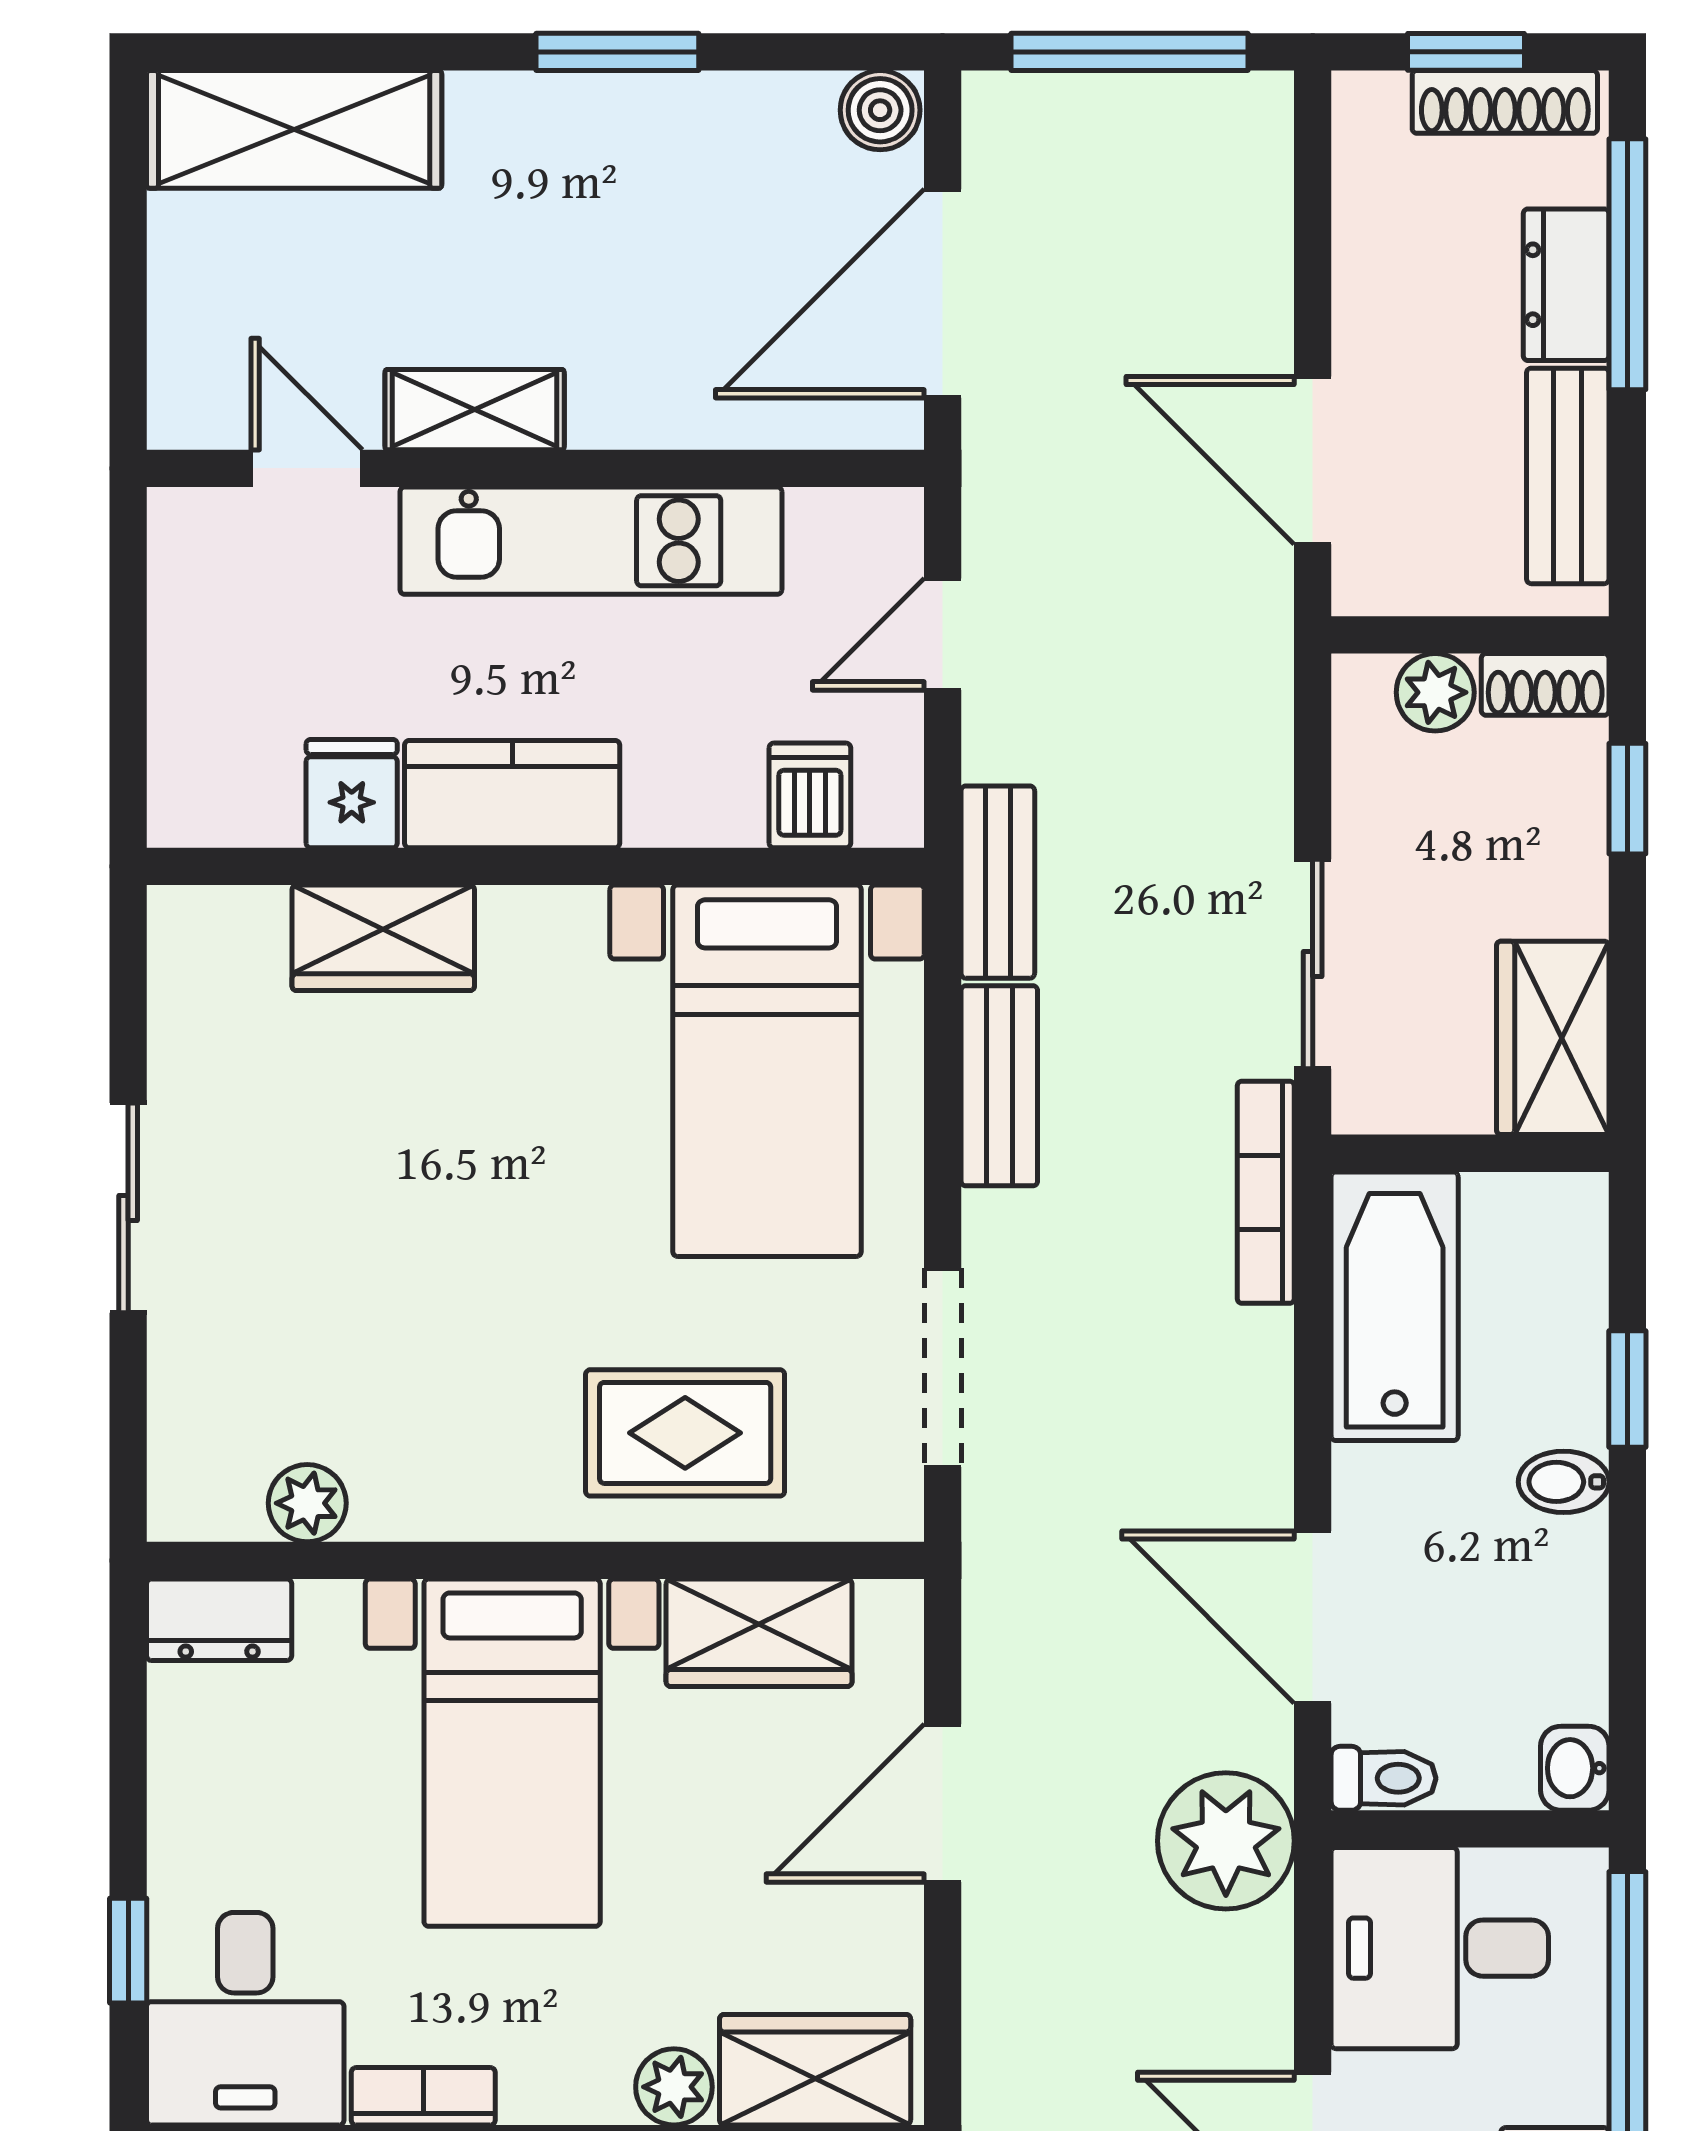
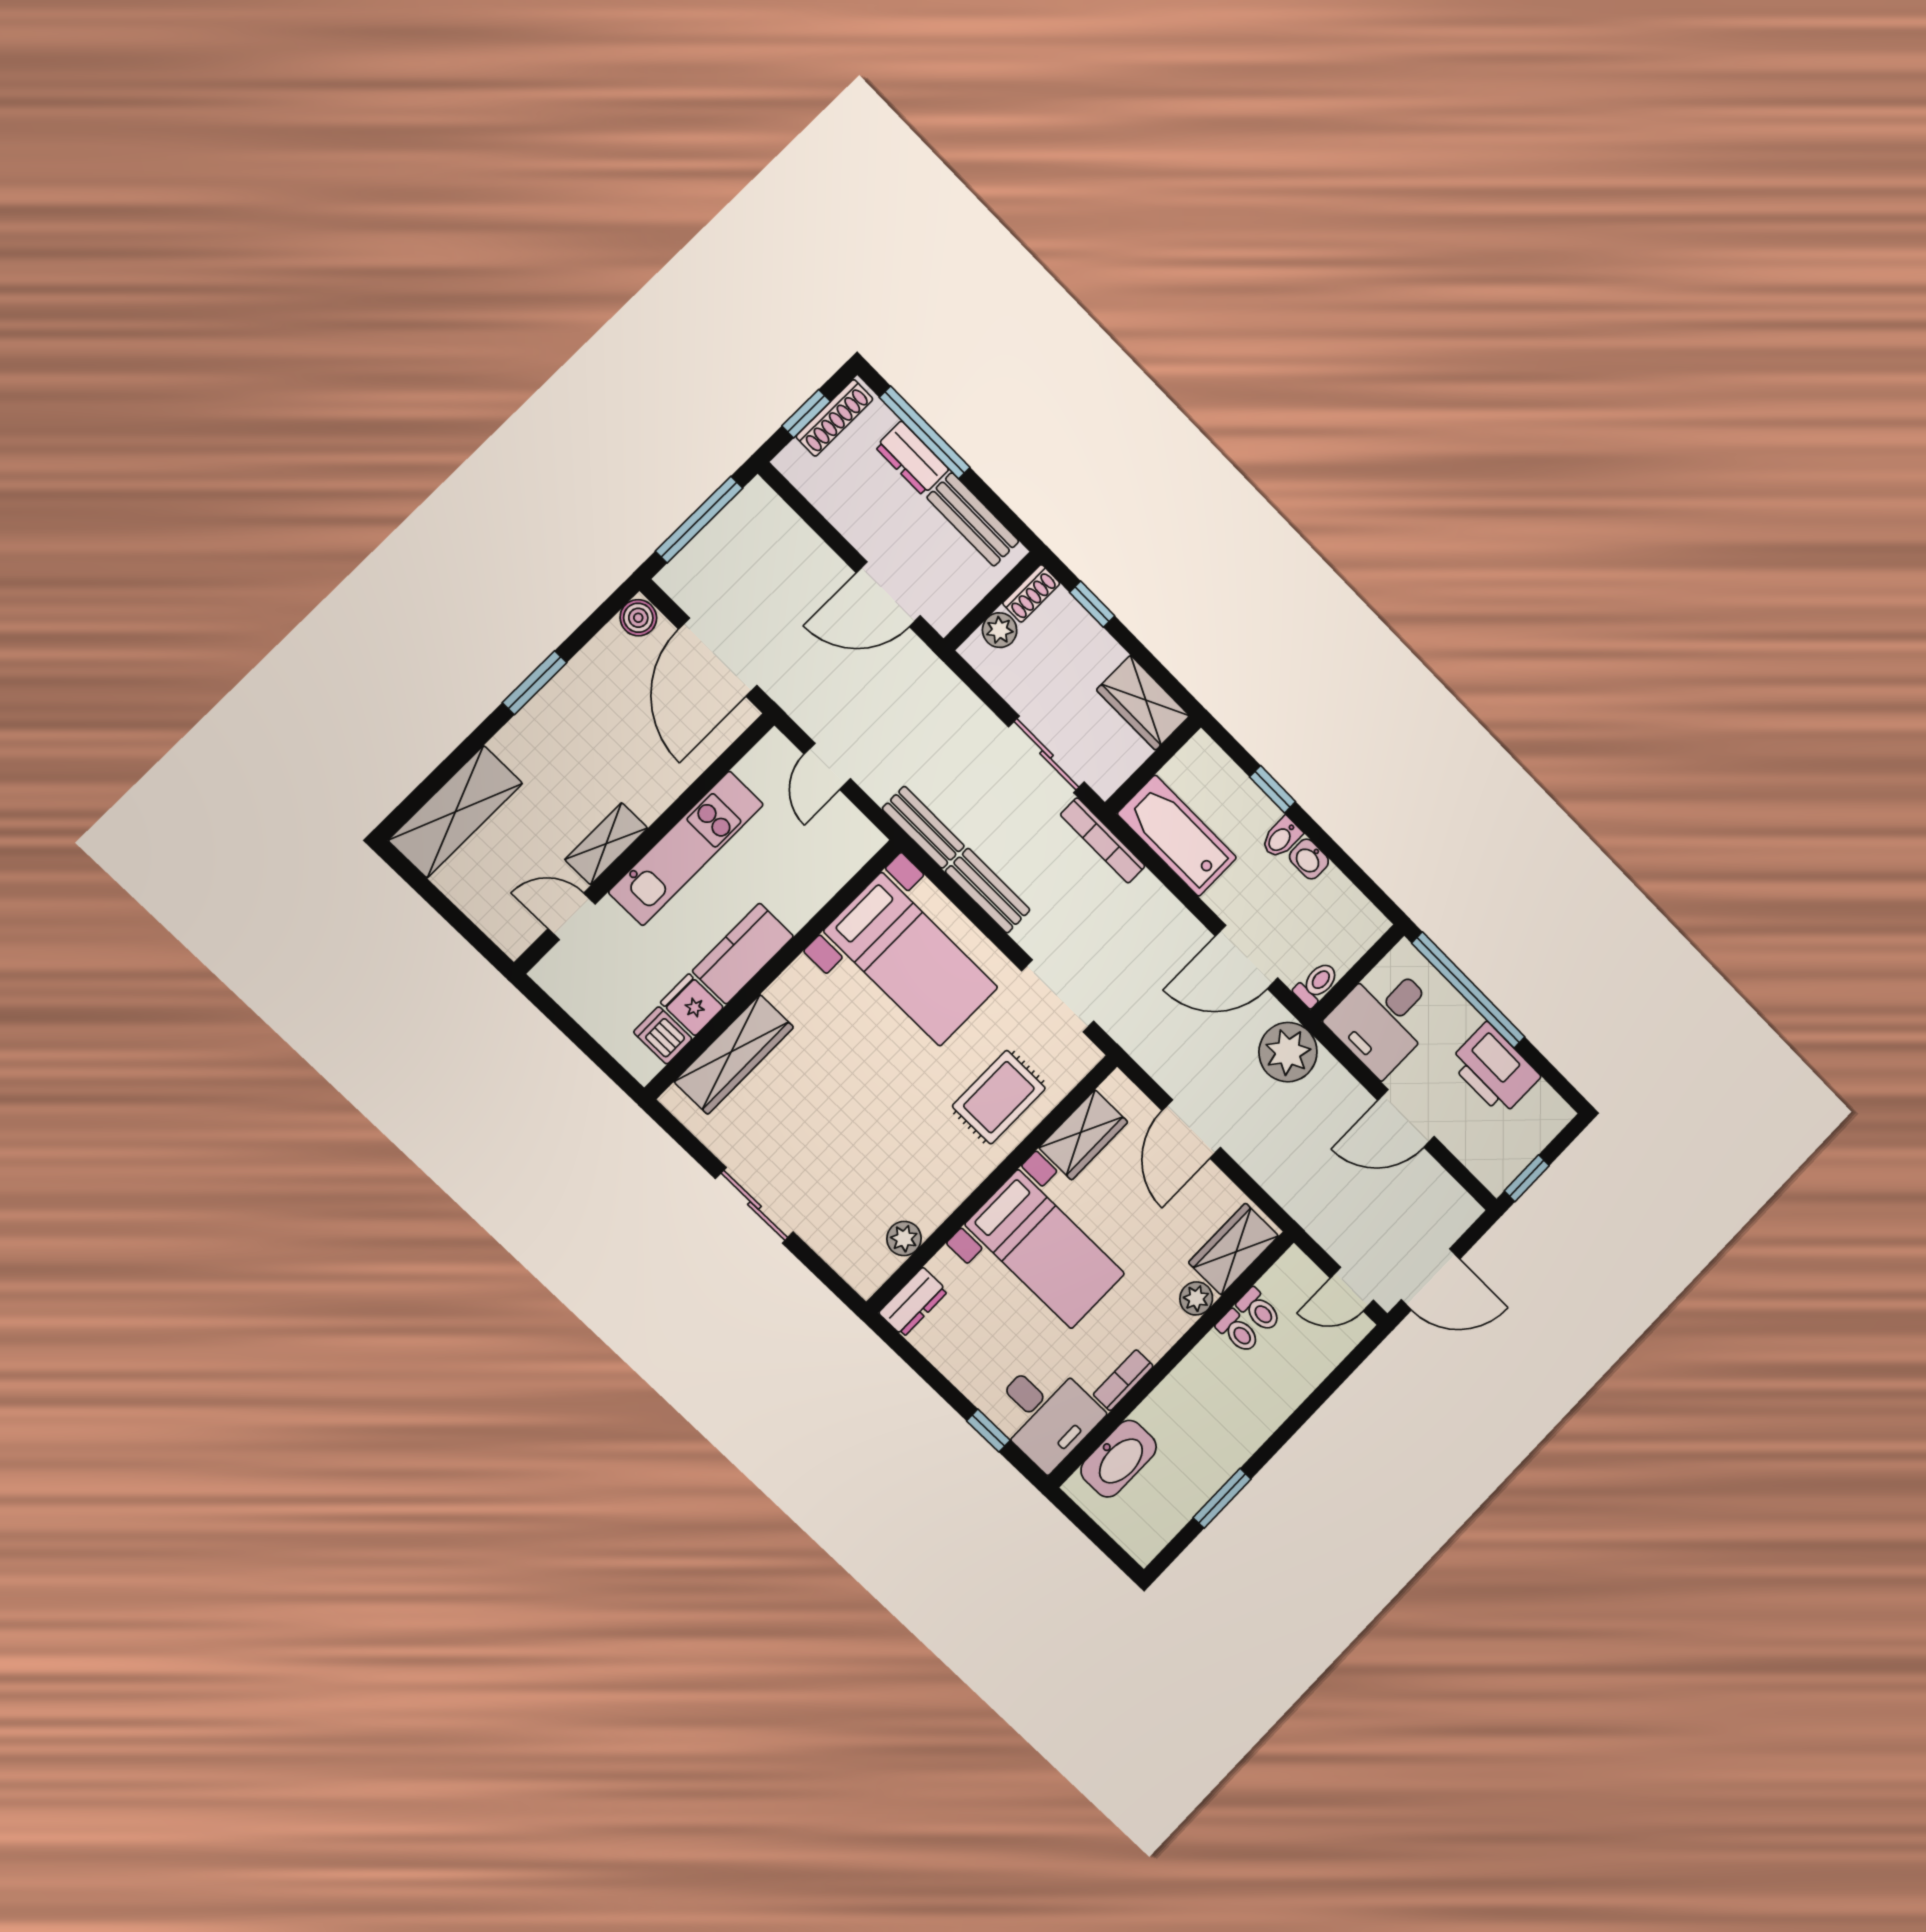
dishwasher: (810, 795) -> (663, 1035), moved
wardrobe: (383, 938) -> (734, 1054), width x1.50
washbasin: (1575, 1768) -> (1309, 859), moved

